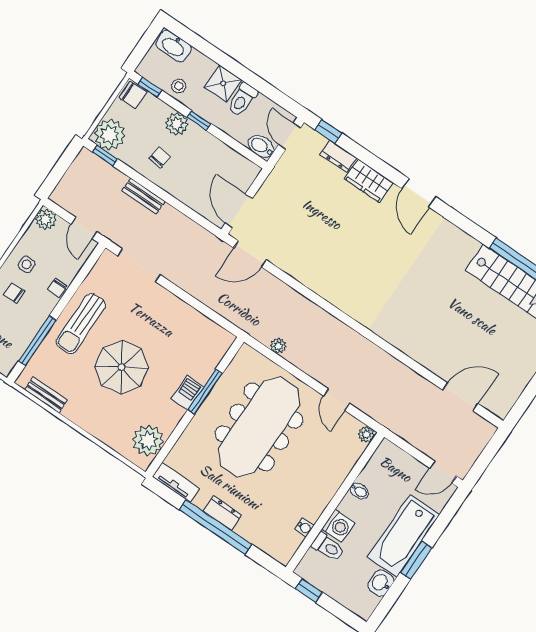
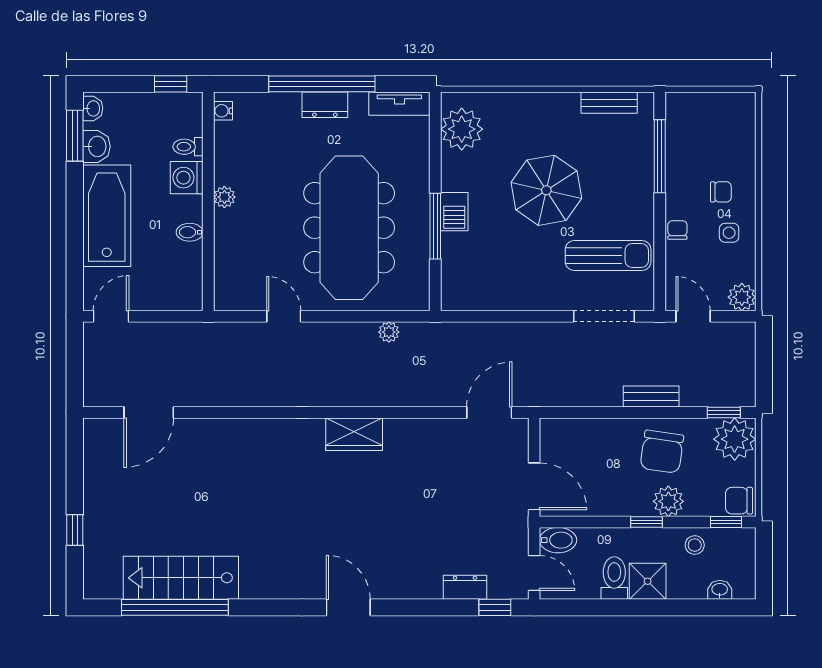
washbasin: (174, 46) -> (720, 590), width x0.52, depth x0.69
chair: (160, 157) -> (662, 452), width x1.87, depth x1.87
wardrobe: (369, 181) -> (354, 434), moved, turned 180
door: (239, 211) -> (534, 486), moved
sun lounger: (81, 324) -> (608, 256), moved, turned 90
plant: (366, 434) -> (224, 197), moved
water cooler: (304, 527) -> (223, 111), moved
toilet: (328, 547) -> (188, 147), width x0.73, depth x0.72
window: (416, 560) -> (75, 136), moved
washbasin: (367, 608) -> (93, 108), added

